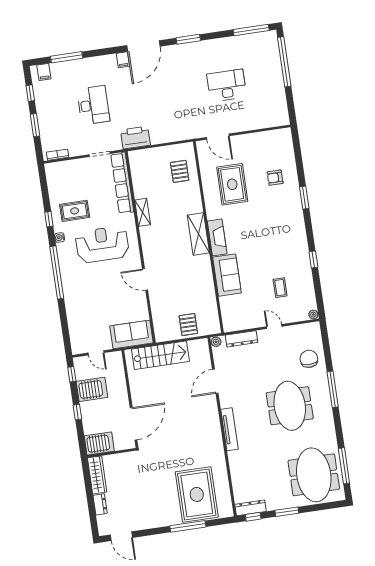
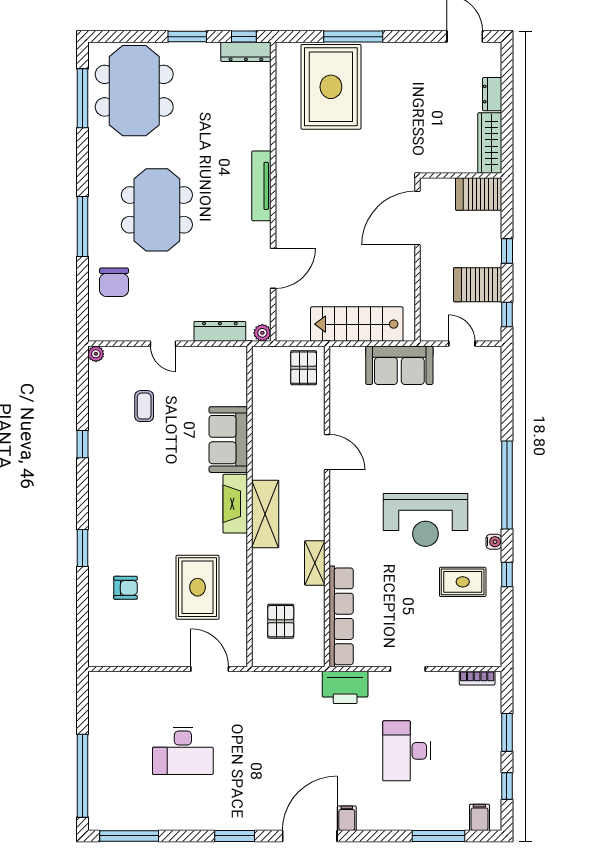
row of seats: (122, 183) -> (341, 616), moved
shelving: (143, 212) -> (315, 563), moved
wall: (140, 247) -> (327, 506), moved
door: (145, 279) -> (327, 452), moved

